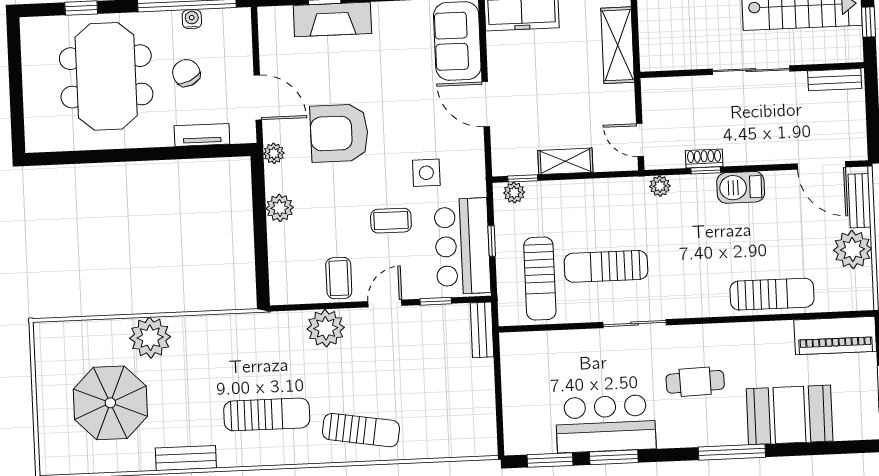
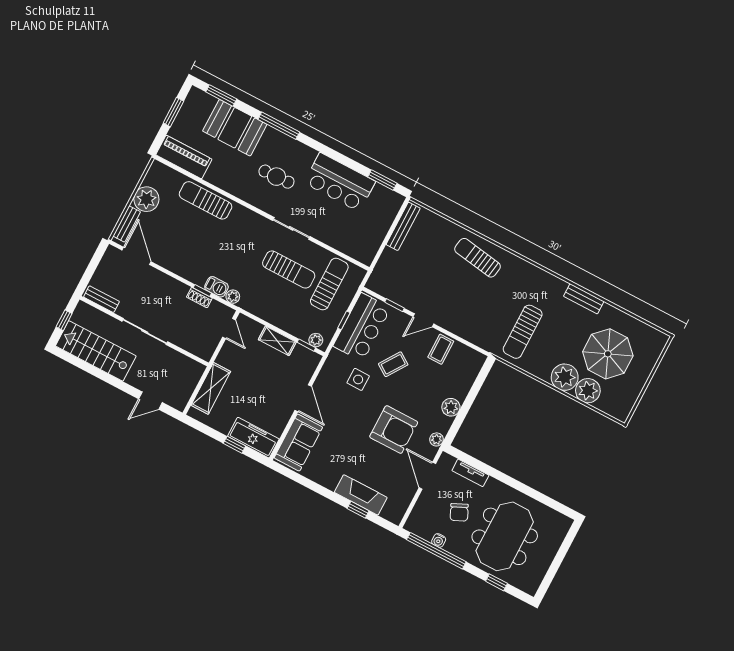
barbecue: (741, 187) -> (216, 287), moved, width x0.73, depth x0.79
coffee table: (391, 221) -> (393, 364), turned -56
plant: (326, 328) -> (588, 391), moved
bench: (482, 330) -> (403, 226), moved, width x1.36
sun lounger: (267, 414) -> (523, 332), moved, turned -90
window: (614, 457) -> (221, 95), moved

